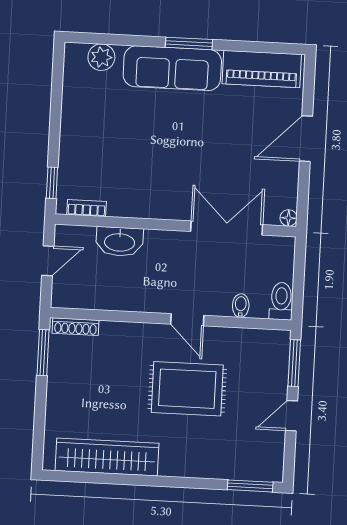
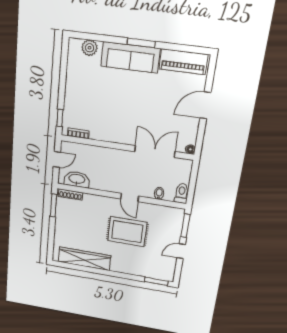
washbasin: (120, 242) -> (77, 179), moved, turned 180

